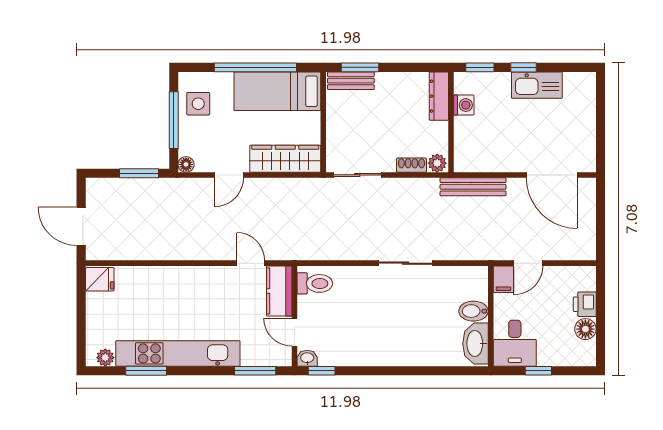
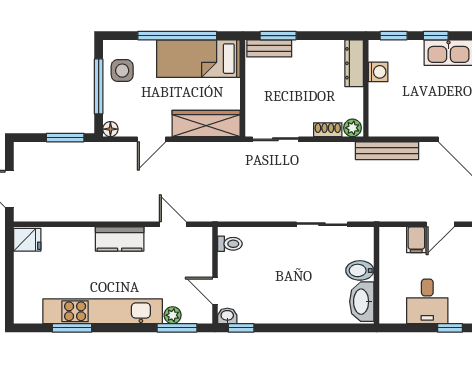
toilet: (315, 283) -> (230, 244), width x0.73, depth x0.72
kitchen counter: (279, 291) -> (120, 239), moved, turned -90
bidet: (473, 311) -> (360, 270), moved
wall: (491, 316) -> (376, 275), moved
washbasin: (476, 344) -> (362, 302), moved
plant: (105, 358) -> (173, 315), moved

